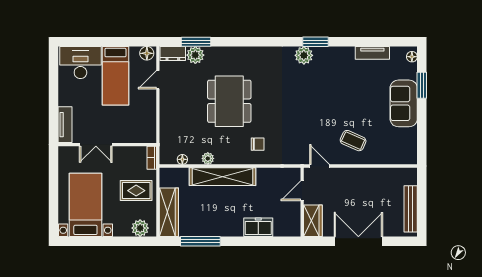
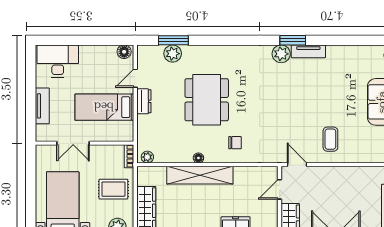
dresser: (173, 53) -> (144, 101), moved, turned -90
tv unit: (372, 53) -> (308, 51), moved
bed: (115, 76) -> (104, 107), moved, turned 90
tv unit: (65, 125) -> (42, 106), moved
coffee table: (353, 141) -> (330, 139), turned 66
plant: (208, 158) -> (147, 157), moved
floor lamp: (182, 159) -> (198, 158), moved

